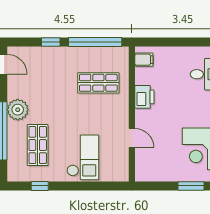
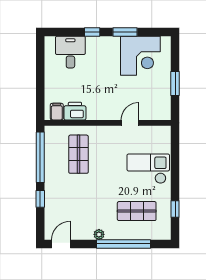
printer: (144, 97) -> (75, 111), moved
plant: (18, 110) -> (99, 234), width x0.53, depth x0.53
window: (191, 186) -> (175, 84), moved

